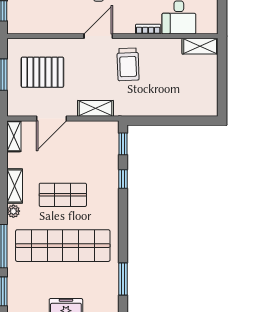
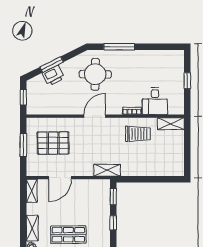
trolley: (128, 64) -> (138, 134), moved, turned -88
shelving: (95, 108) -> (107, 170), moved

